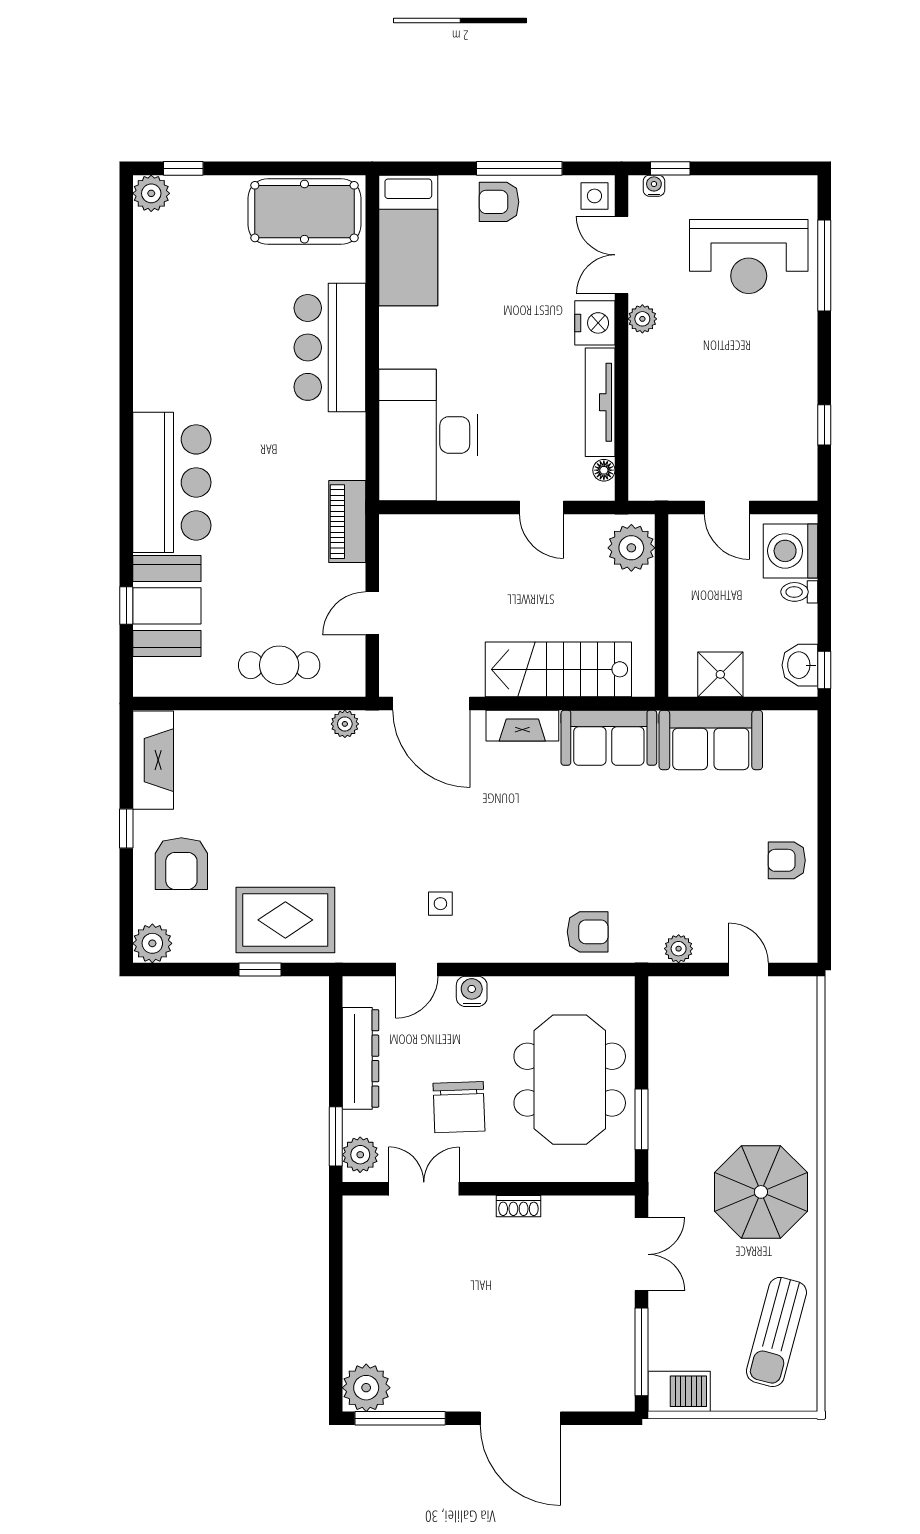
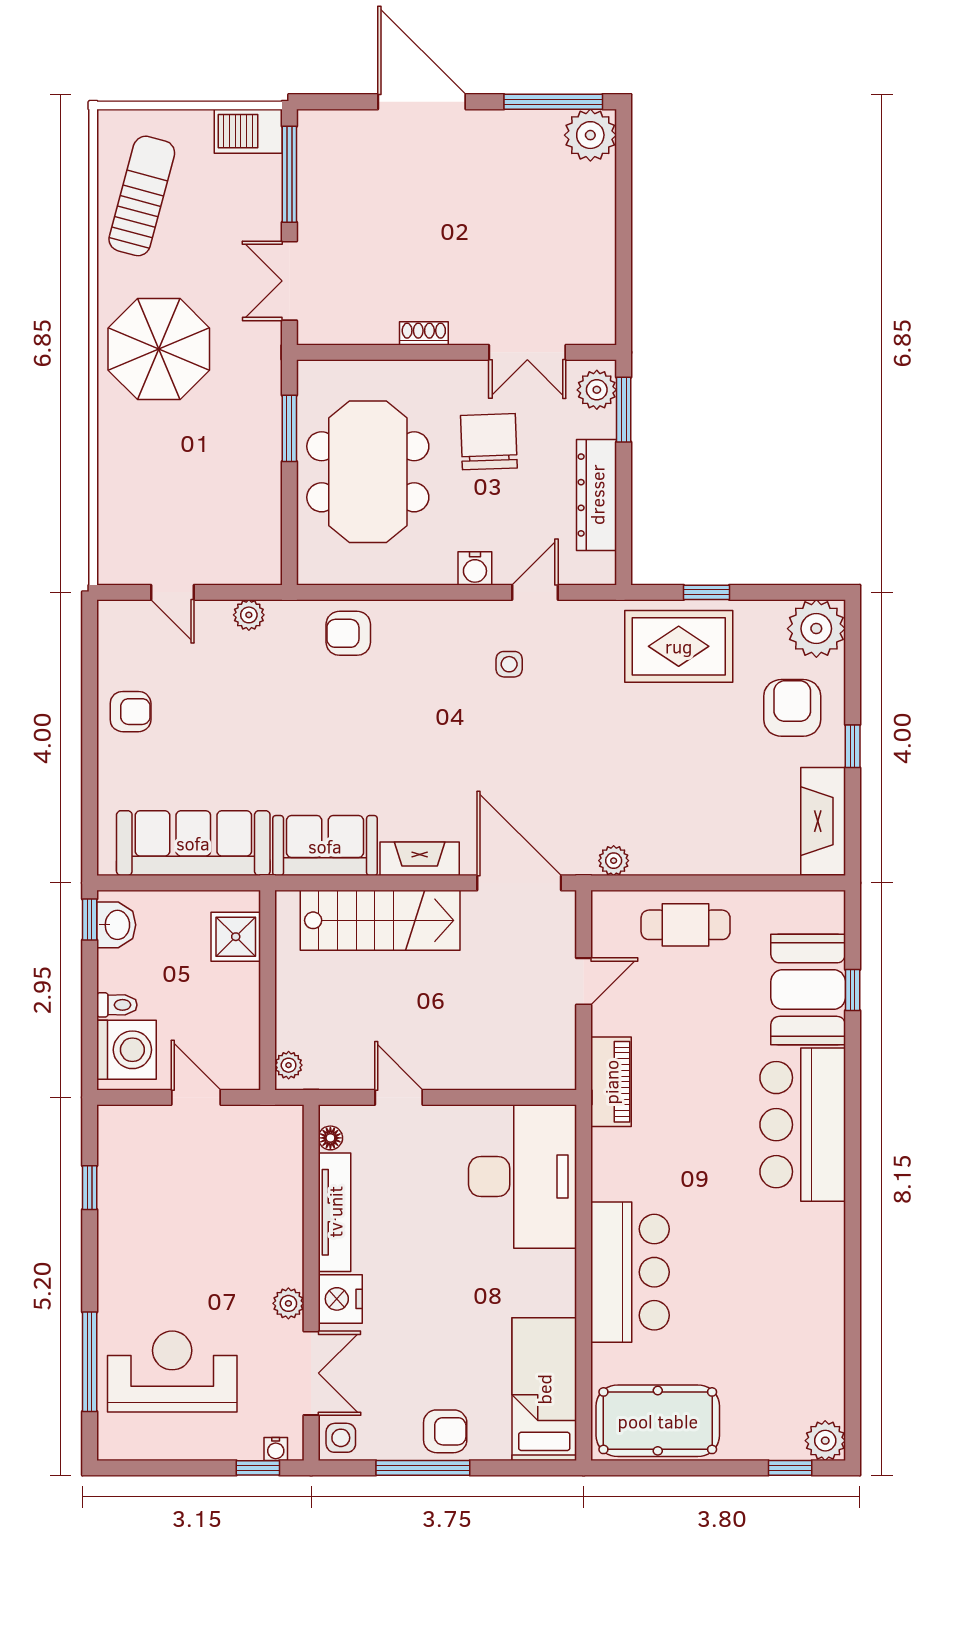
plant: (631, 548) -> (289, 1065), width x0.53, depth x0.53
shower: (720, 674) -> (236, 937), moved
sofa: (711, 740) -> (193, 843), width x1.36
plant: (152, 943) -> (816, 629), width x1.36, depth x1.36

